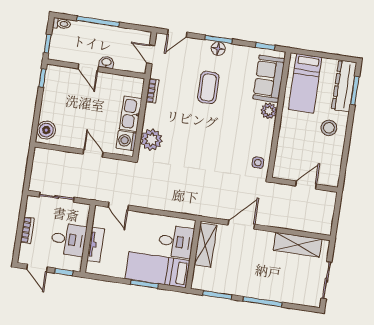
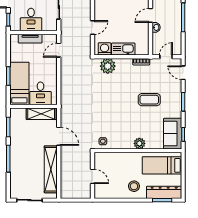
floor lamp: (218, 49) -> (177, 102), removed
sofa: (269, 79) -> (173, 134), moved, turned -90
shelving: (298, 245) -> (51, 169), width x1.47

